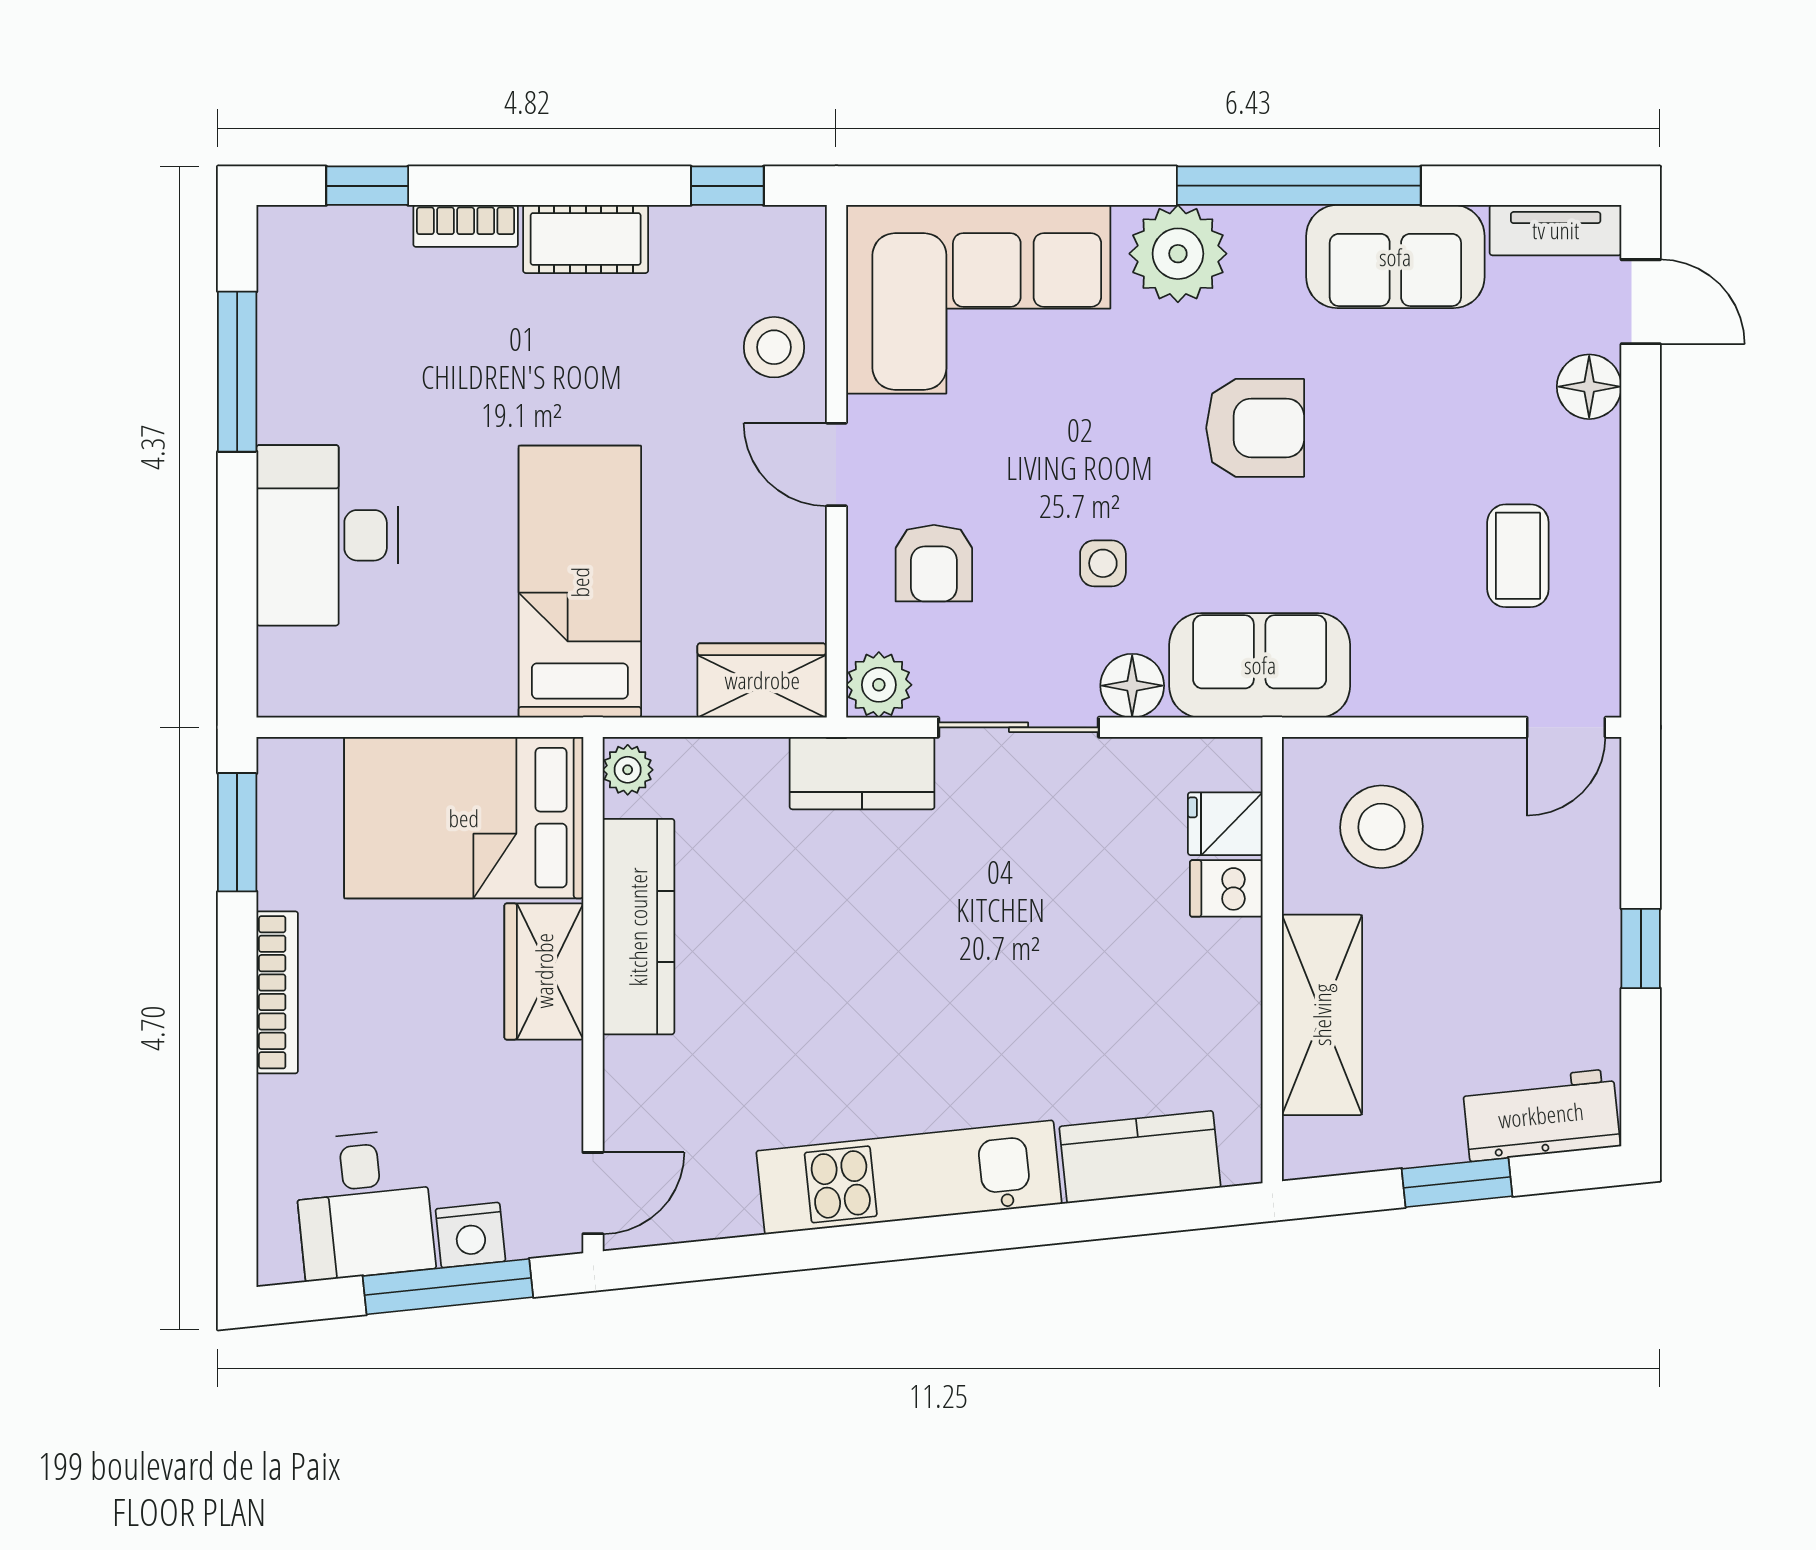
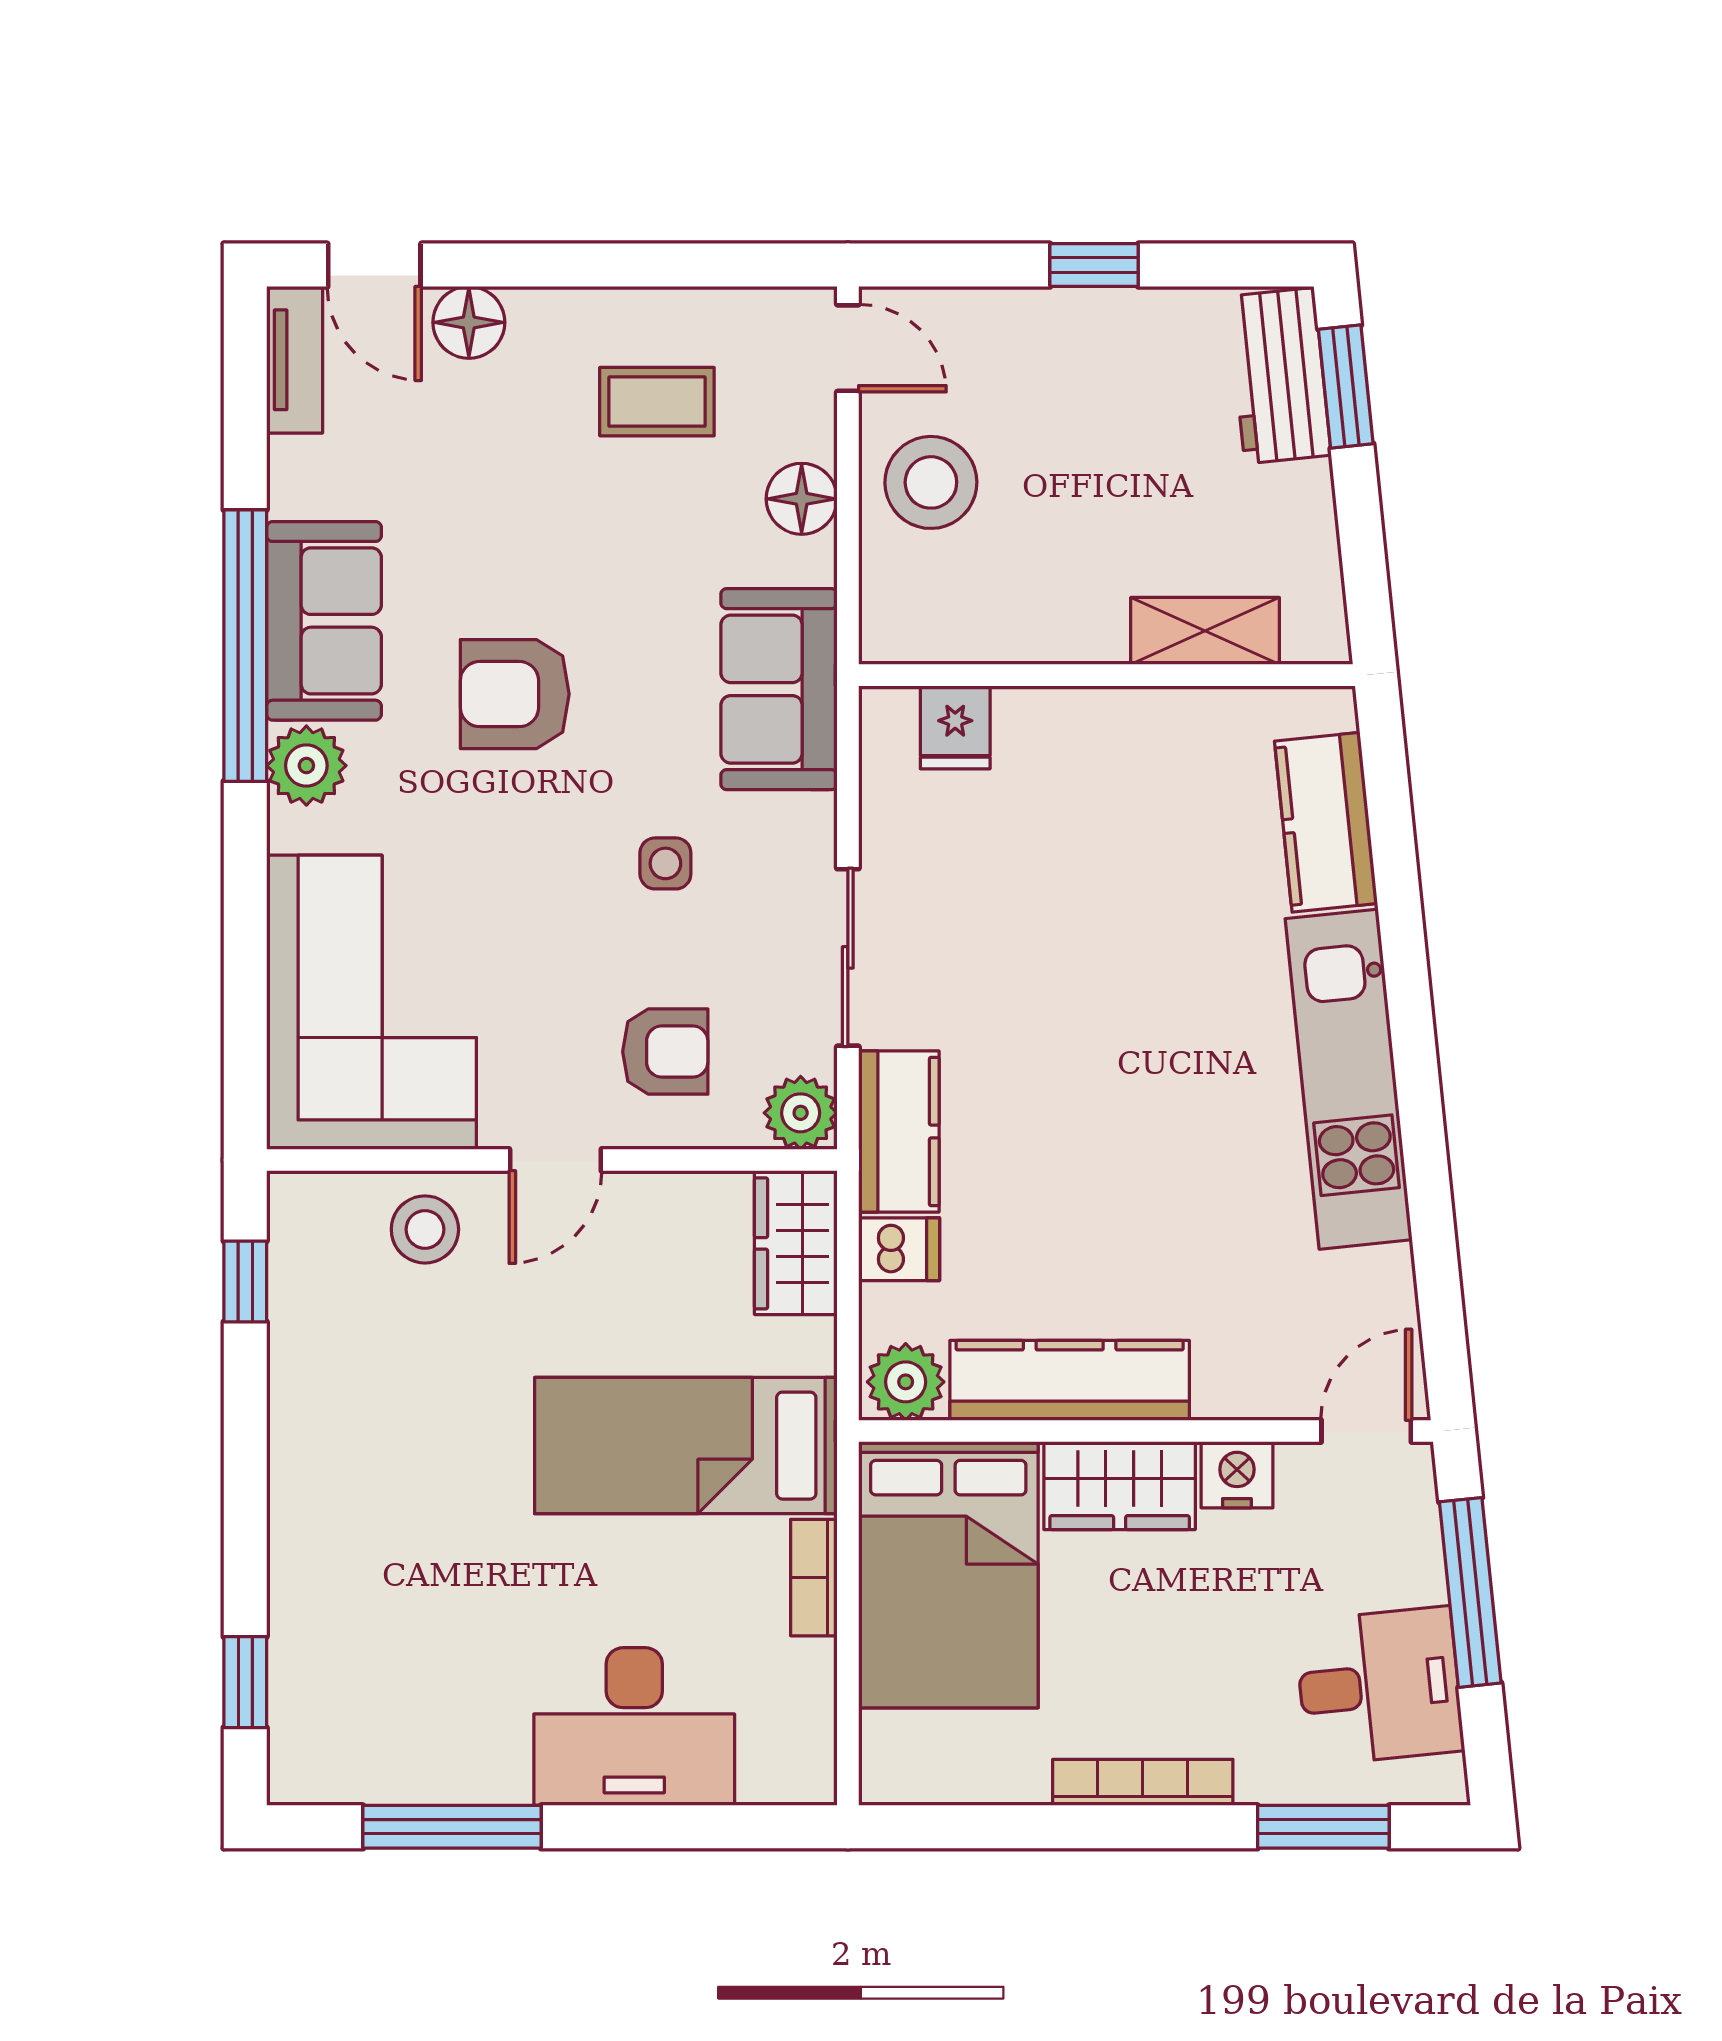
bookcase: (466, 226) -> (814, 1578), moved, turned 180
cot: (586, 239) -> (304, 1439), removed
plant: (1178, 254) -> (306, 766), width x0.73, depth x0.73
sofa: (1395, 257) -> (324, 621), moved
door: (1641, 302) -> (374, 265), swing flipped
armchair: (1255, 428) -> (515, 694), turned -90
floor lamp: (1132, 686) -> (802, 499), moved
plant: (628, 770) -> (906, 1382), width x1.38, depth x1.38
stool: (1381, 827) -> (931, 482), moved
window: (237, 832) -> (1323, 1827), moved
dishwasher: (1226, 888) -> (899, 1249), moved, turned -90
shelving: (1322, 1015) -> (1205, 631), width x0.67, depth x0.75
window: (1457, 1182) -> (1346, 387), moved
door: (593, 1193) -> (1366, 1431), hinge flipped
nightstand: (470, 1235) -> (1237, 1475), moved, turned -84

